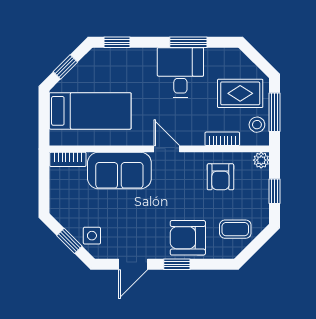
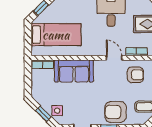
door: (167, 149) -> (114, 58), moved
armchair: (220, 177) -> (135, 75), turned -90

